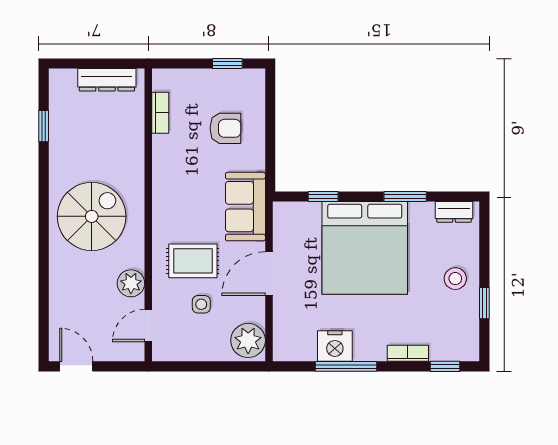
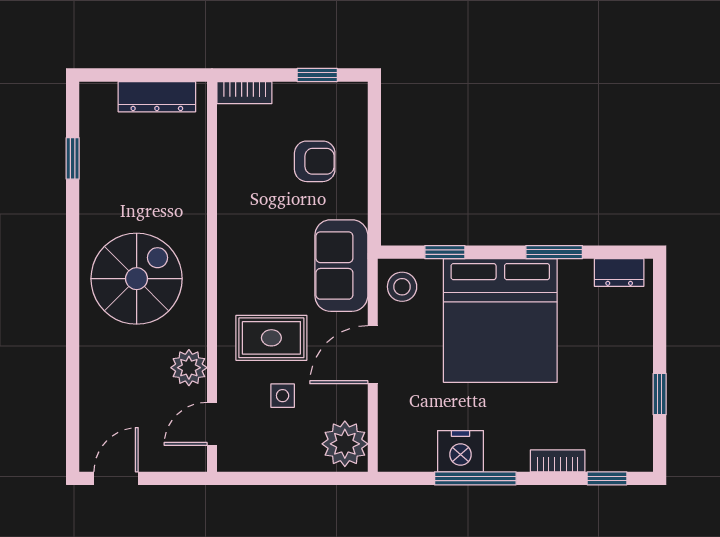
bookcase: (160, 113) -> (244, 93), moved, turned 90
stool: (455, 279) -> (402, 287), moved
door: (76, 366) -> (116, 478), hinge flipped

